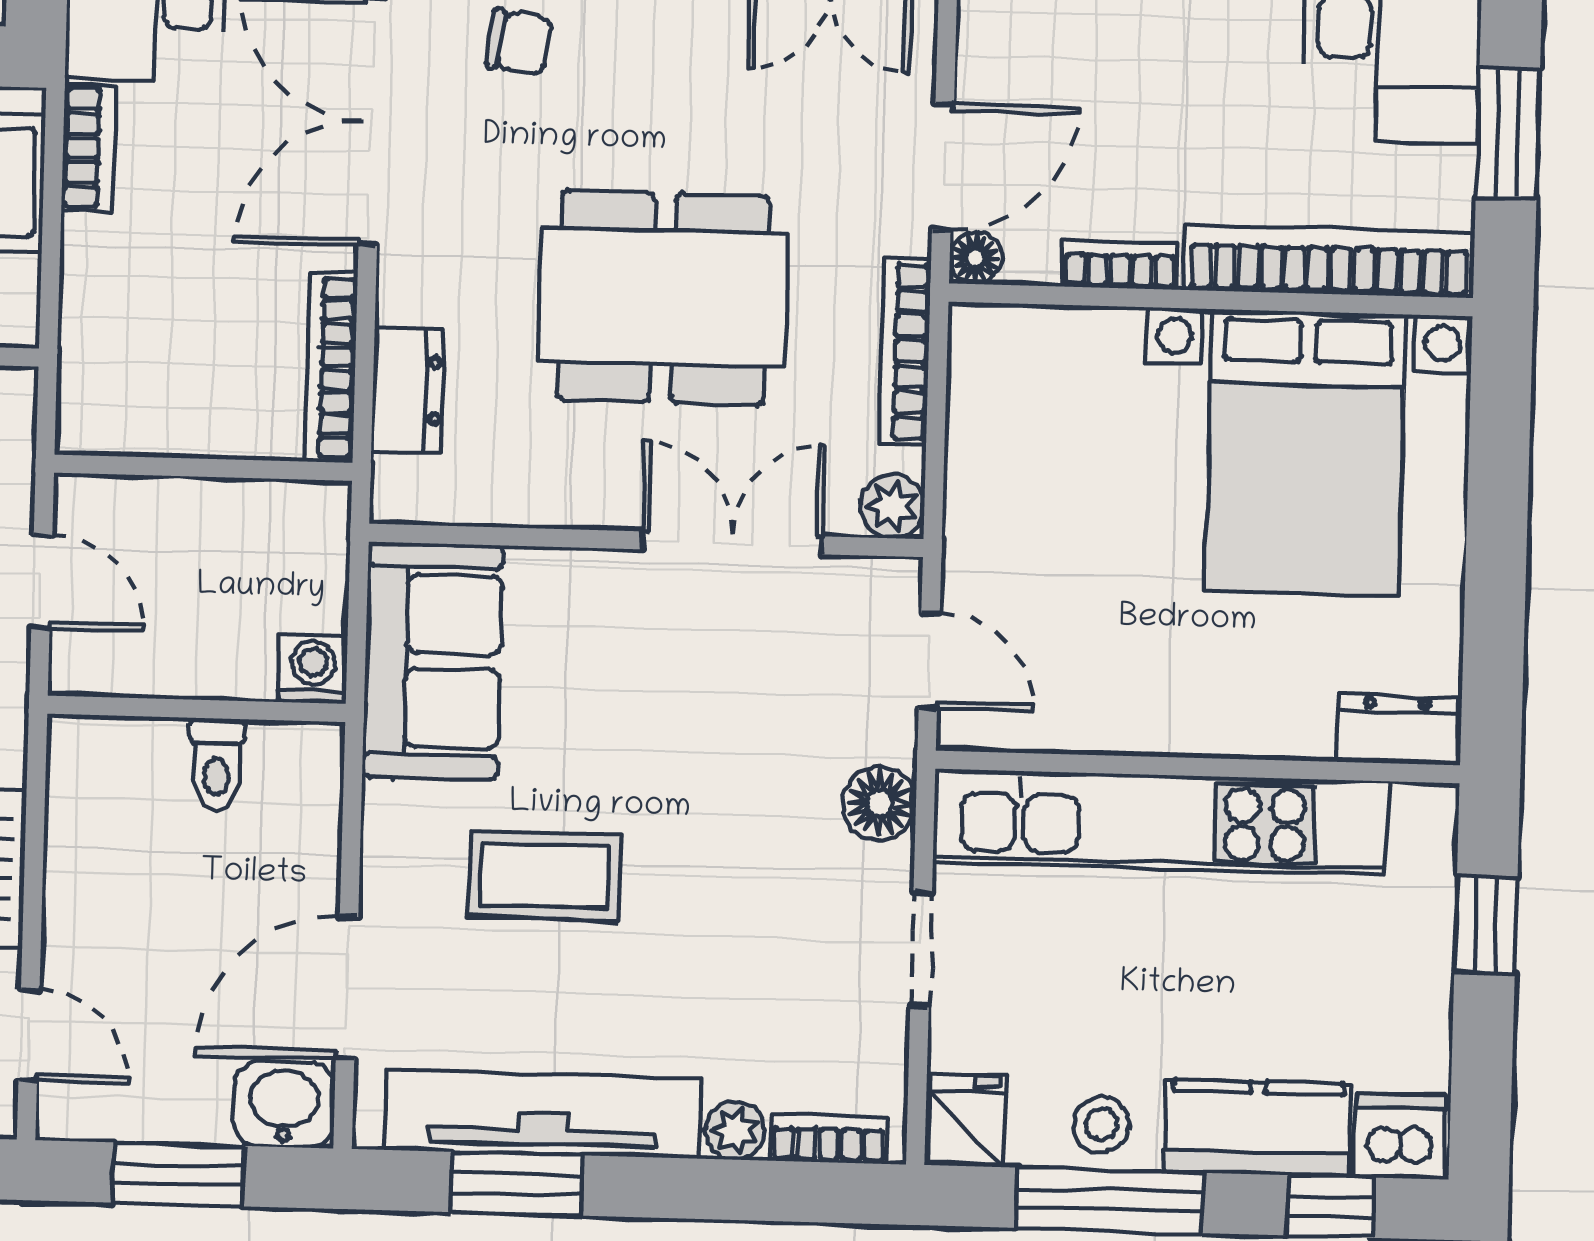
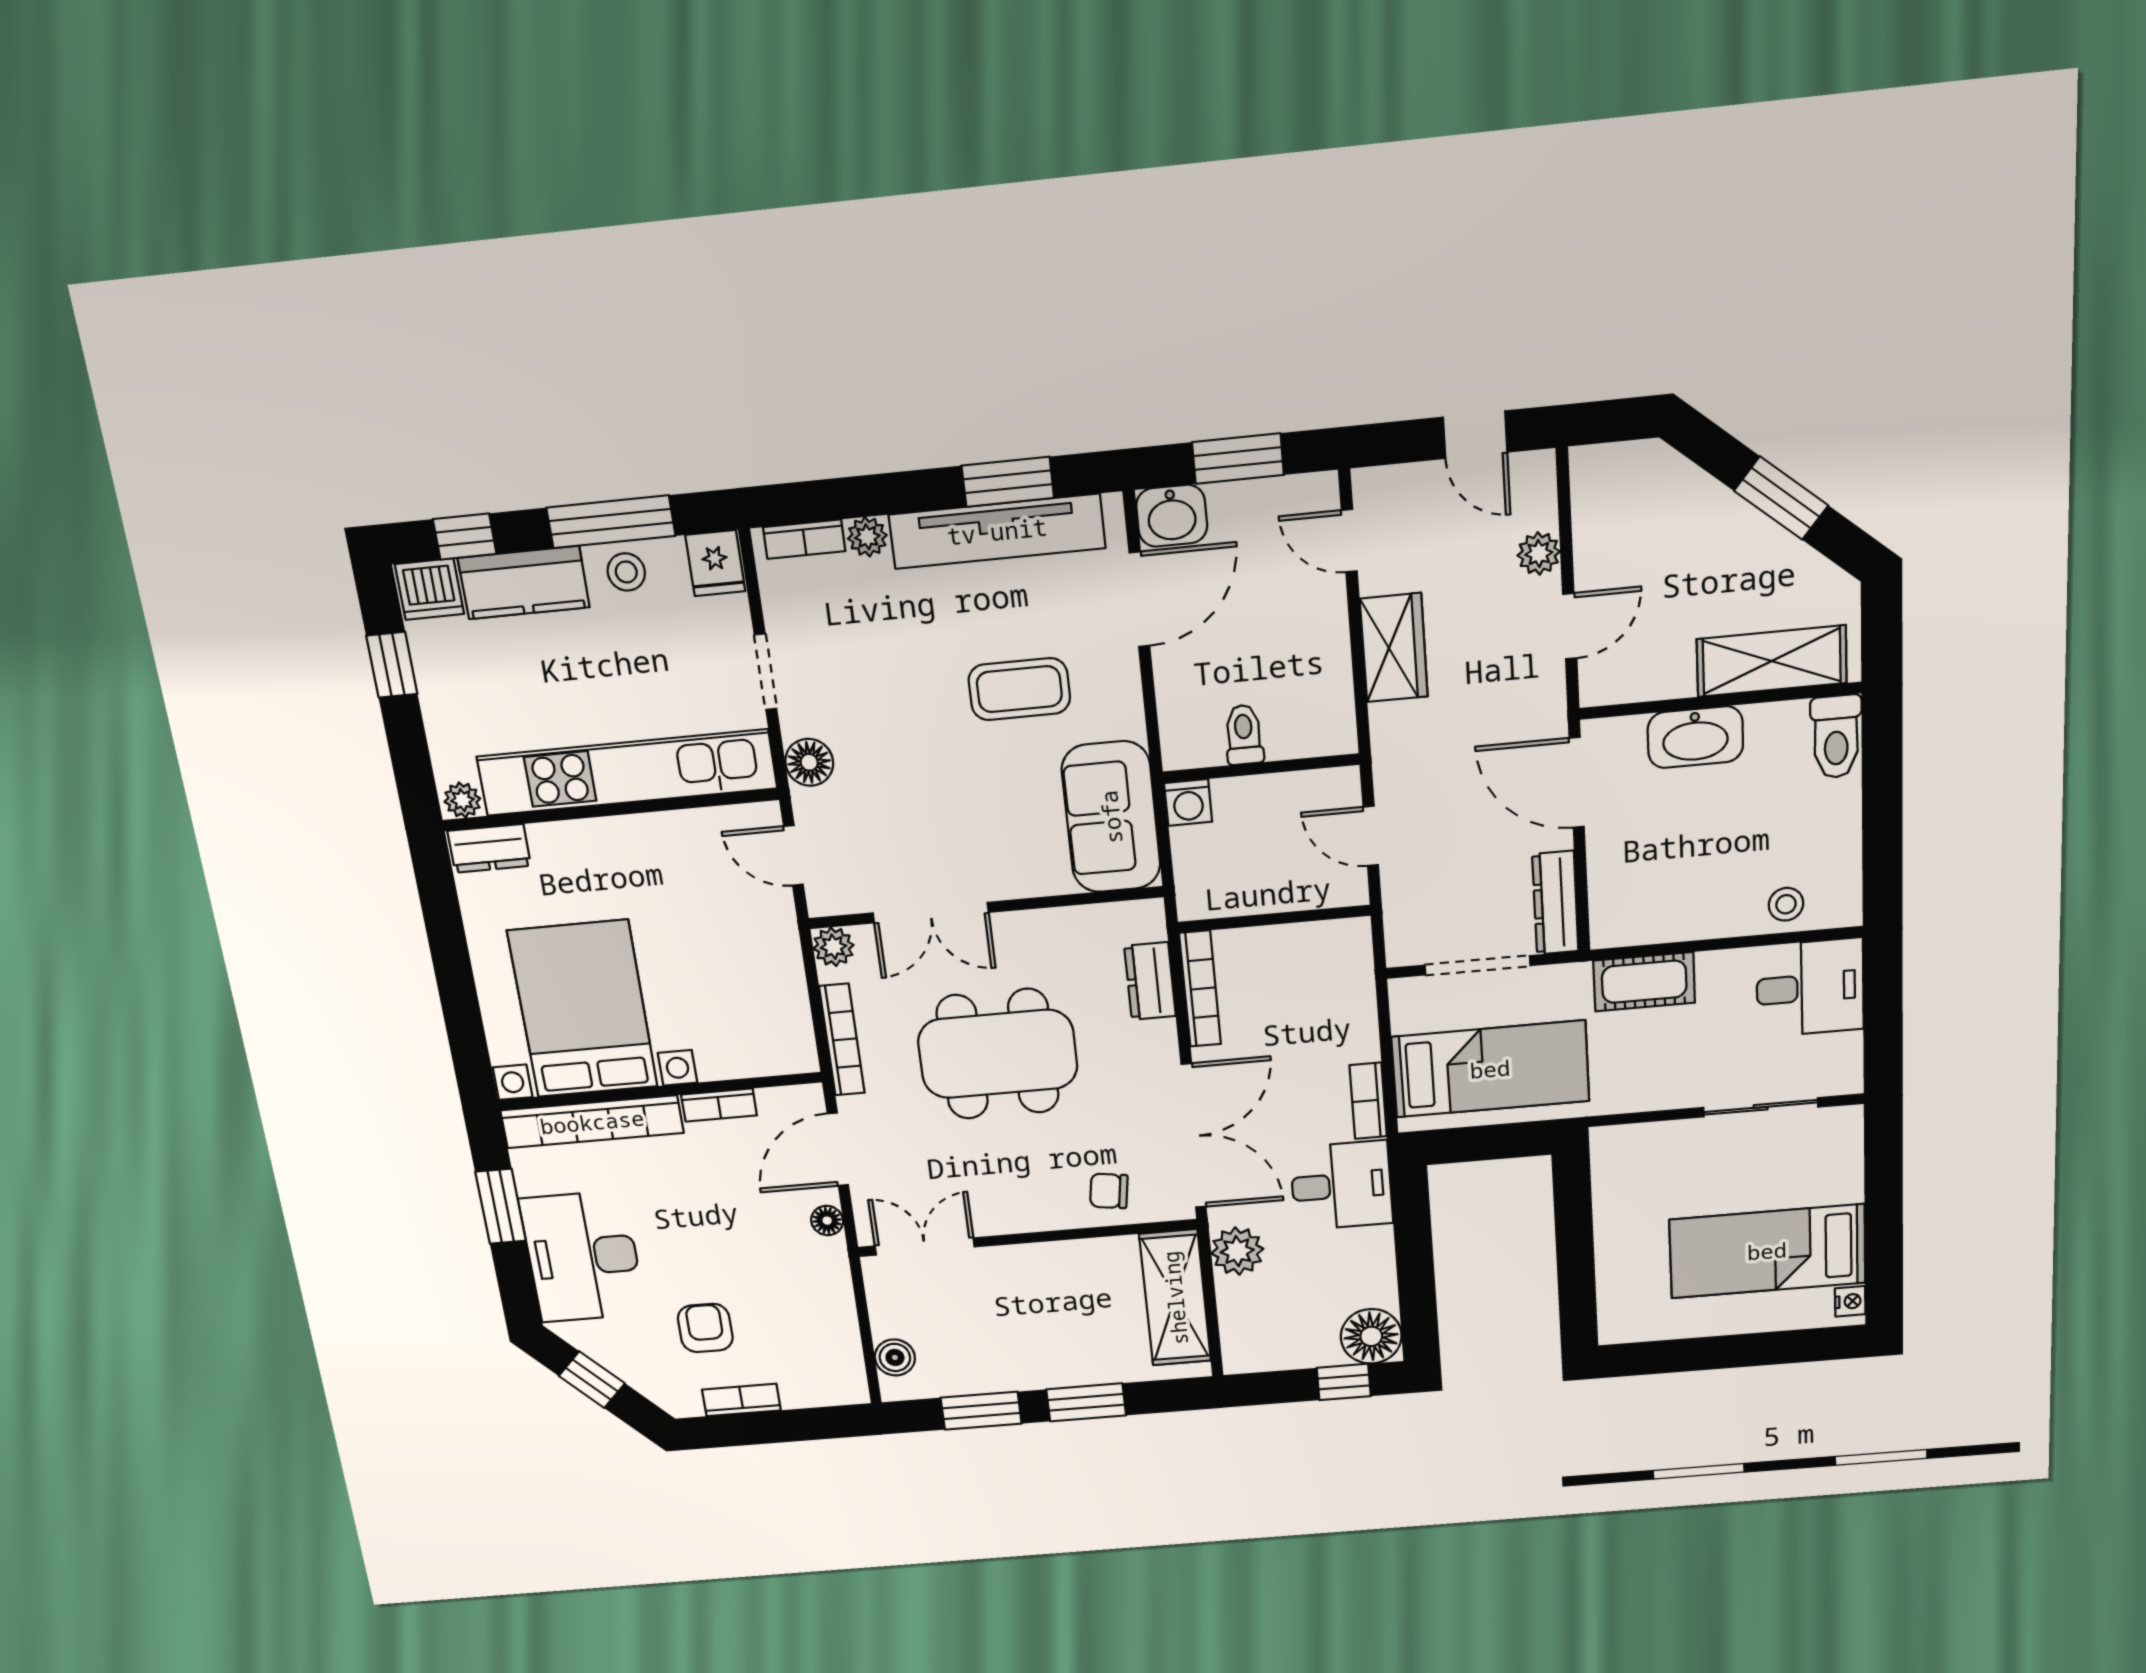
floor lamp: (976, 258) -> (827, 1221), moved
plant: (1422, 811) -> (462, 800), added
window: (1486, 925) -> (392, 665), moved

